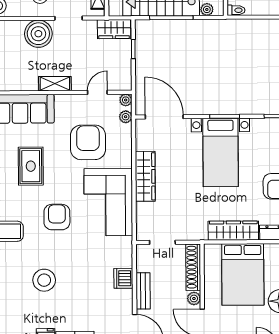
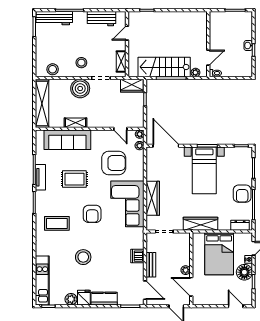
shelving: (55, 84) -> (75, 123), moved
door: (97, 92) -> (120, 129), swing flipped
armchair: (88, 142) -> (114, 163), turned 90
rug: (31, 166) -> (74, 179), turned 90
wardrobe: (145, 176) -> (153, 198), moved
armchair: (57, 217) -> (92, 214), turned 180
wardrobe: (233, 231) -> (200, 224), moved
shoe rack: (193, 267) -> (185, 249), removed

